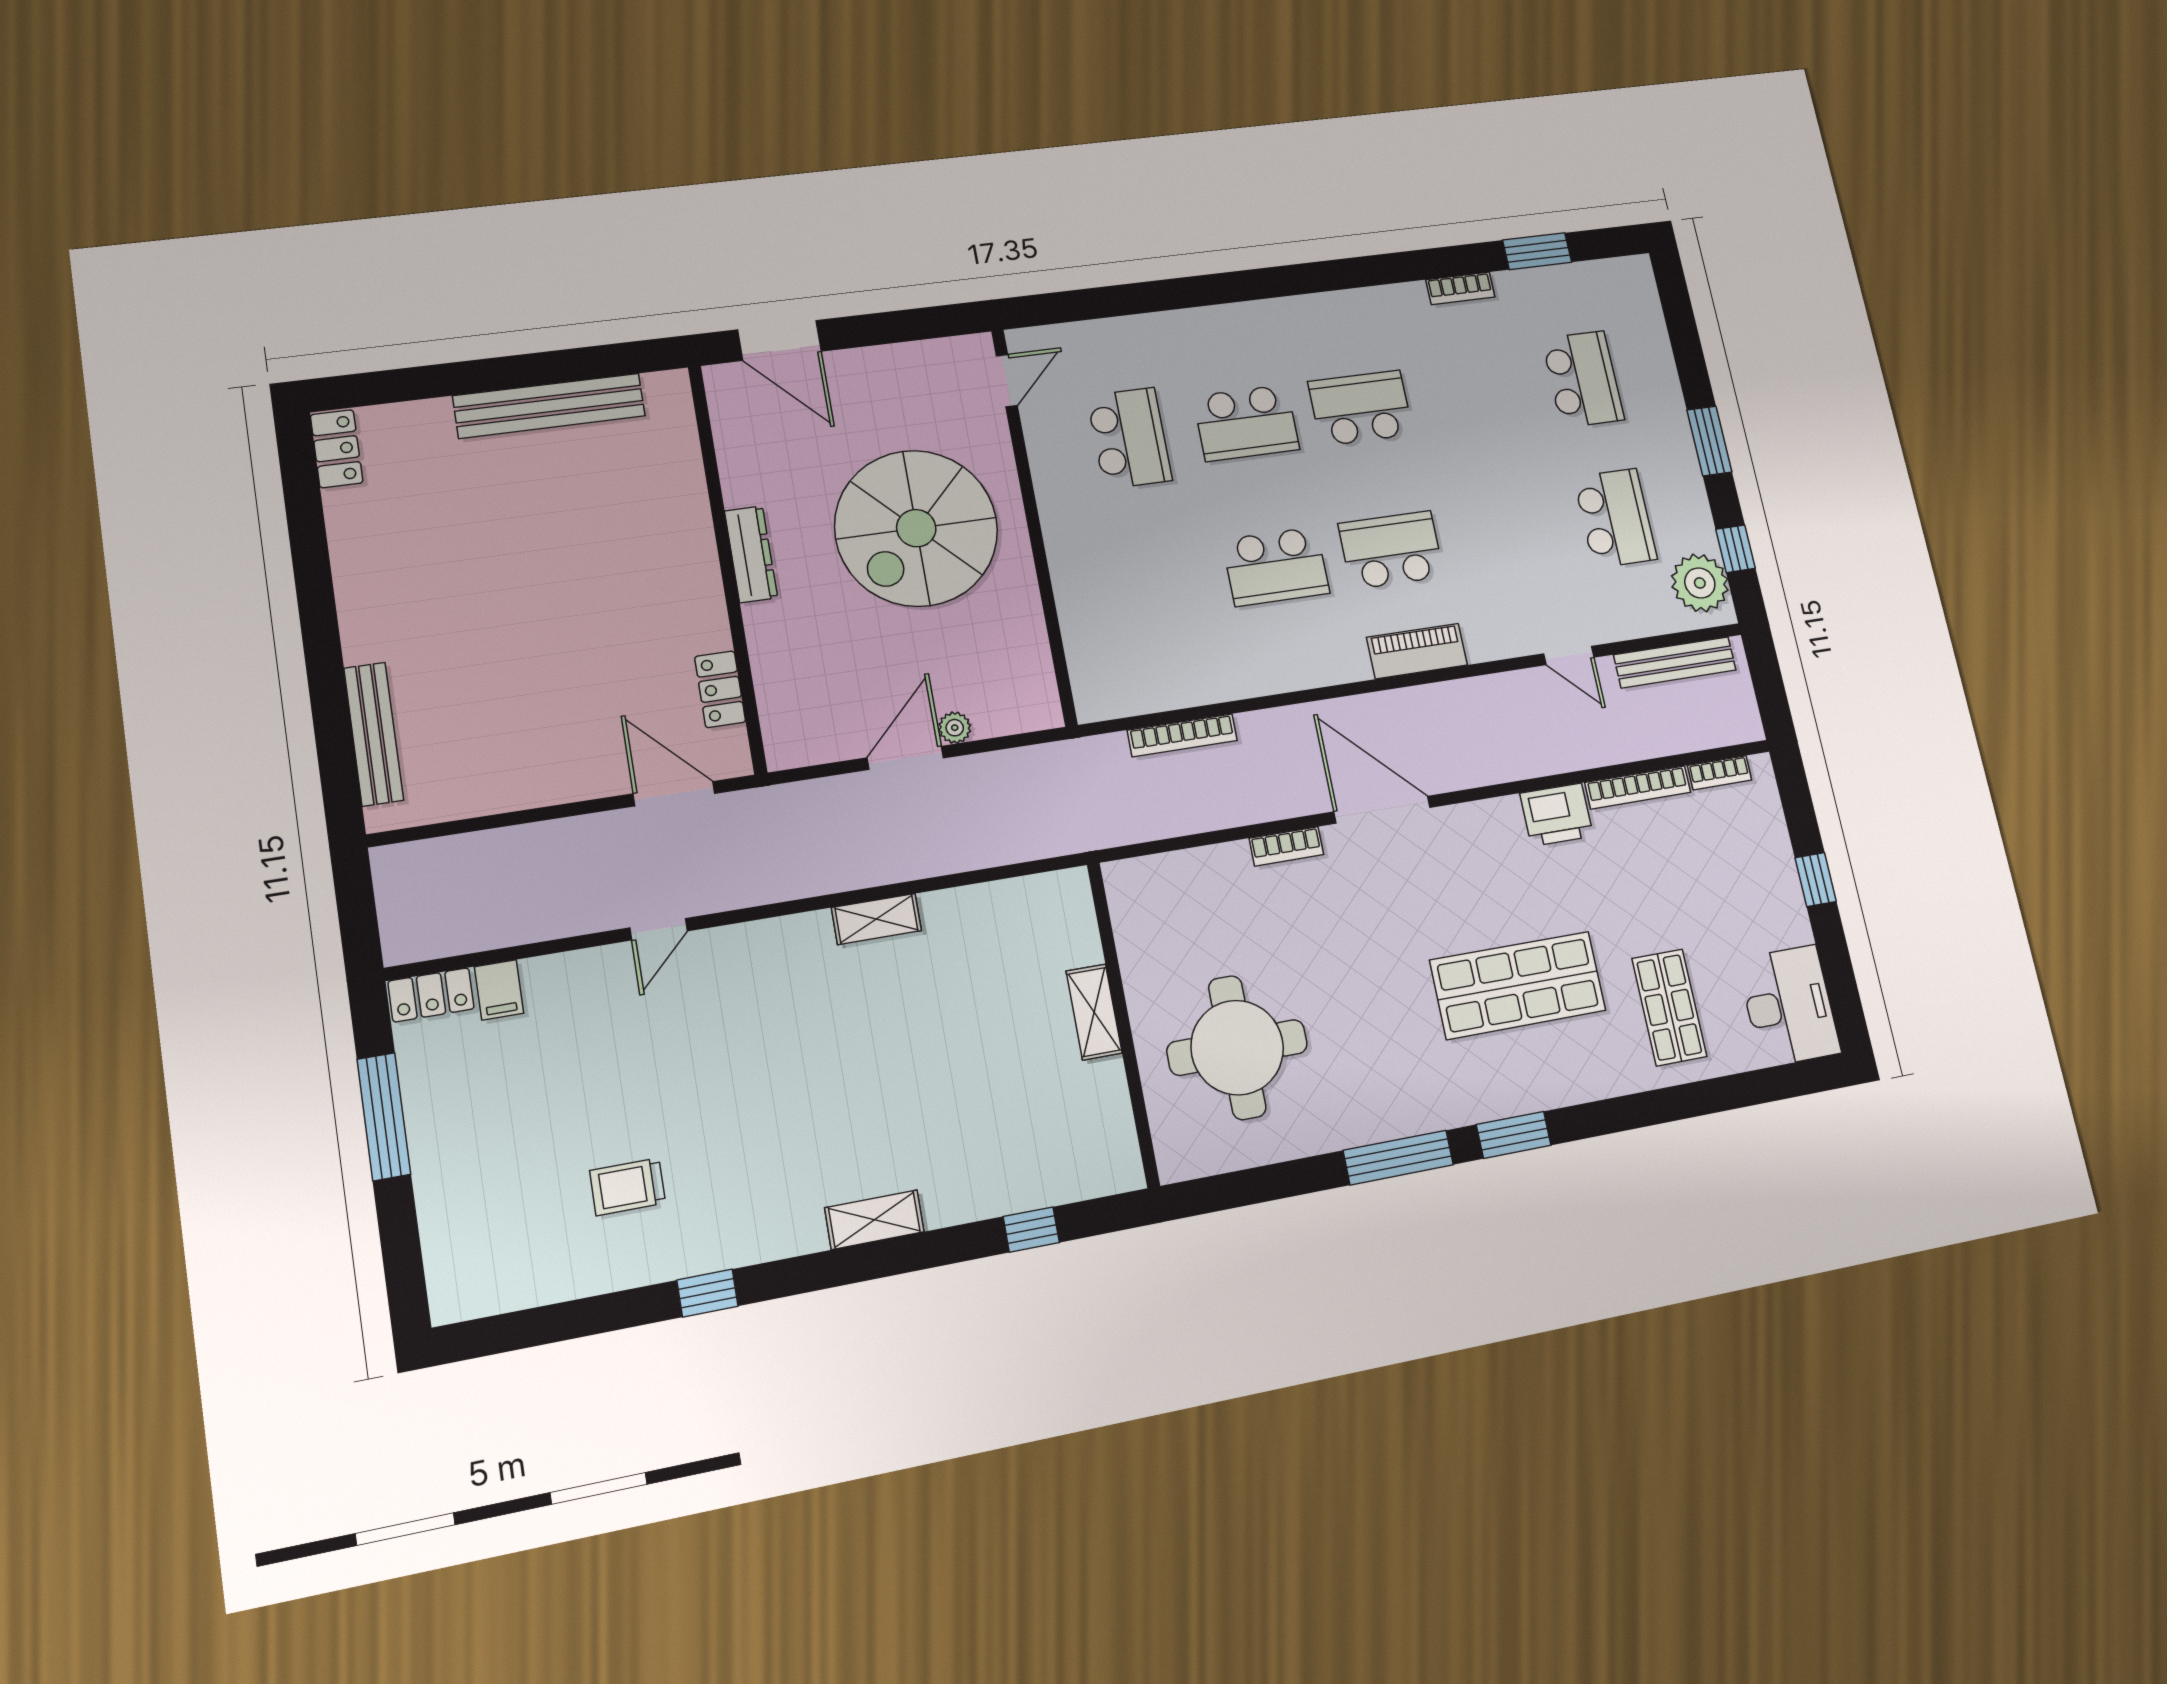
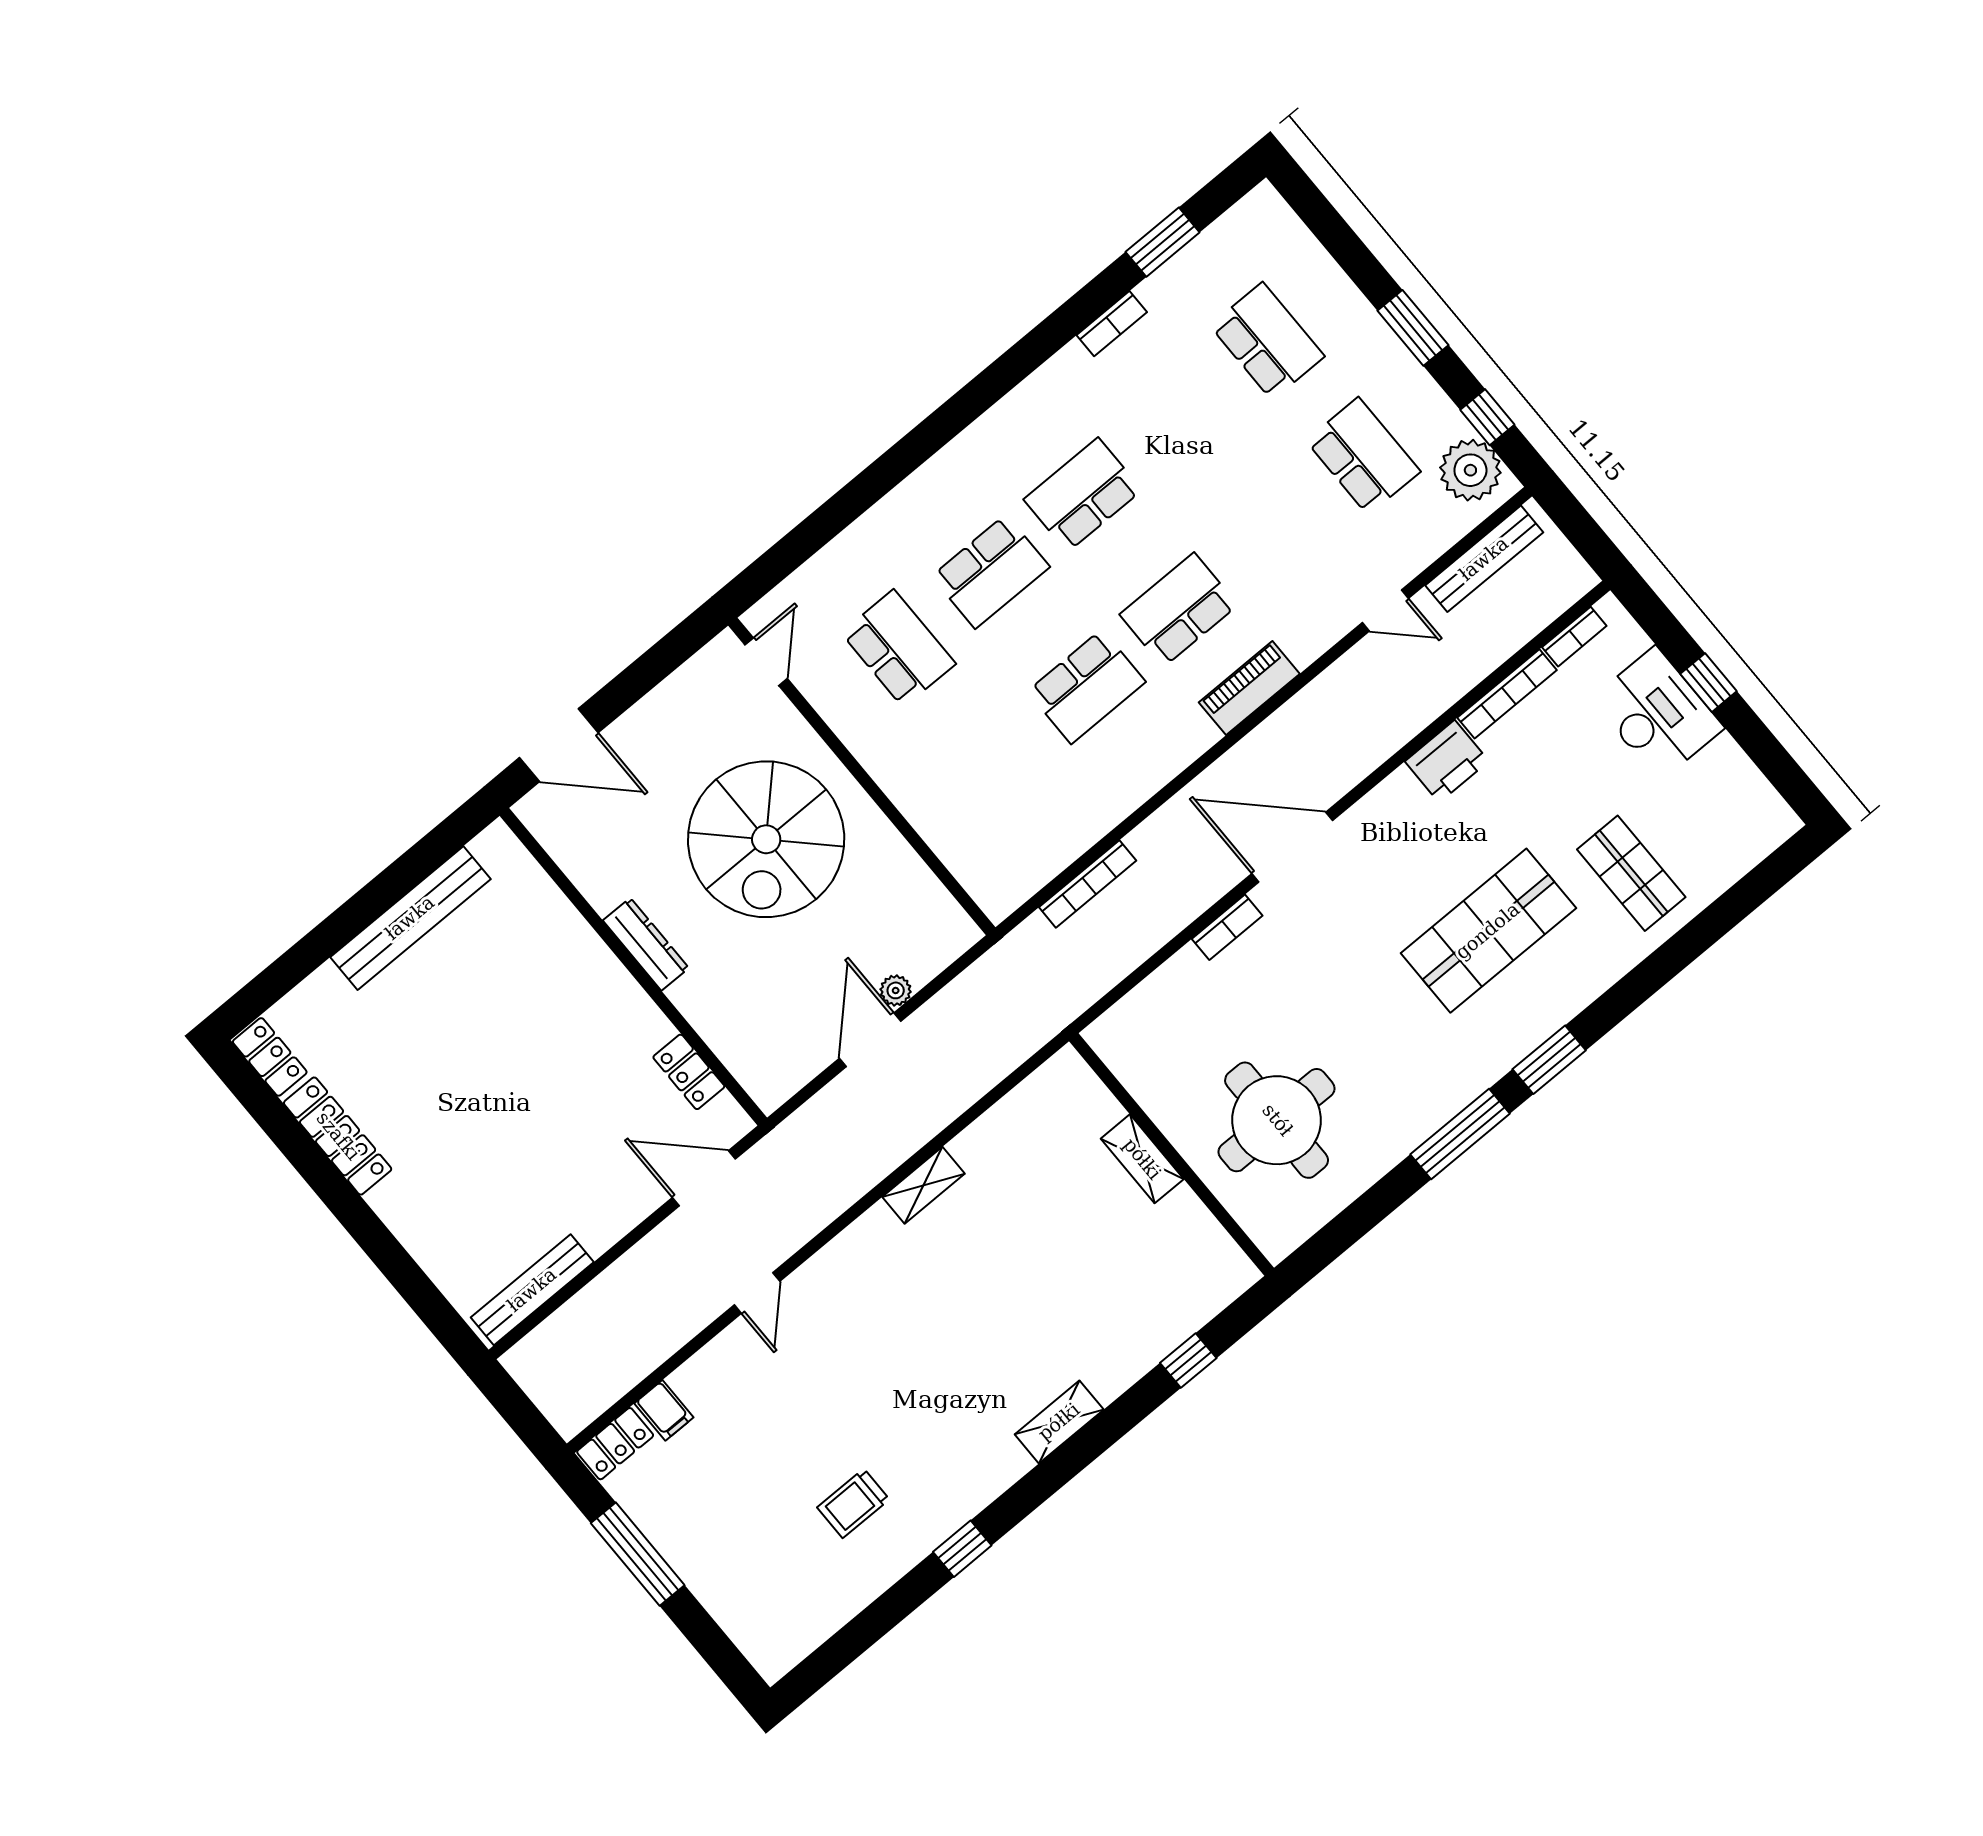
locker: (353, 555) -> (338, 1136), added
bench: (374, 734) -> (532, 1290), moved, turned 90
desk: (1789, 1006) -> (1657, 714), moved

